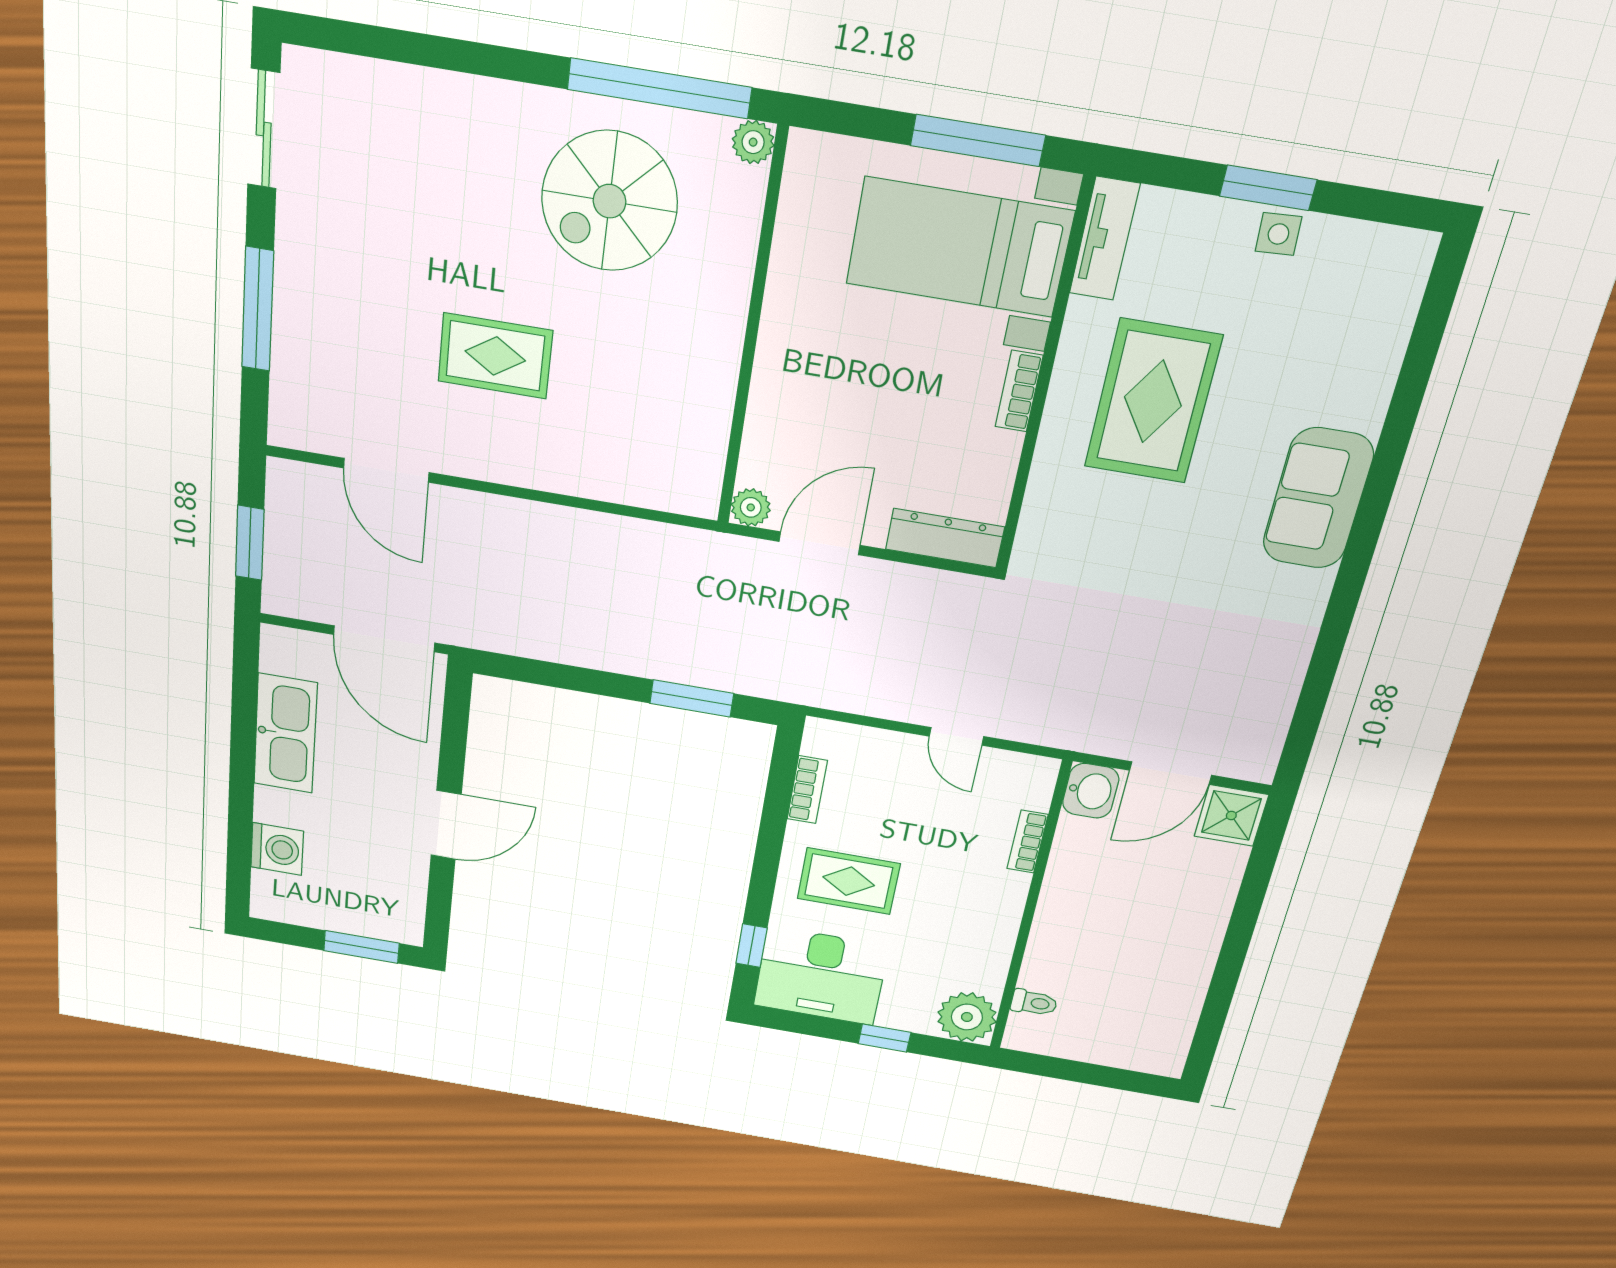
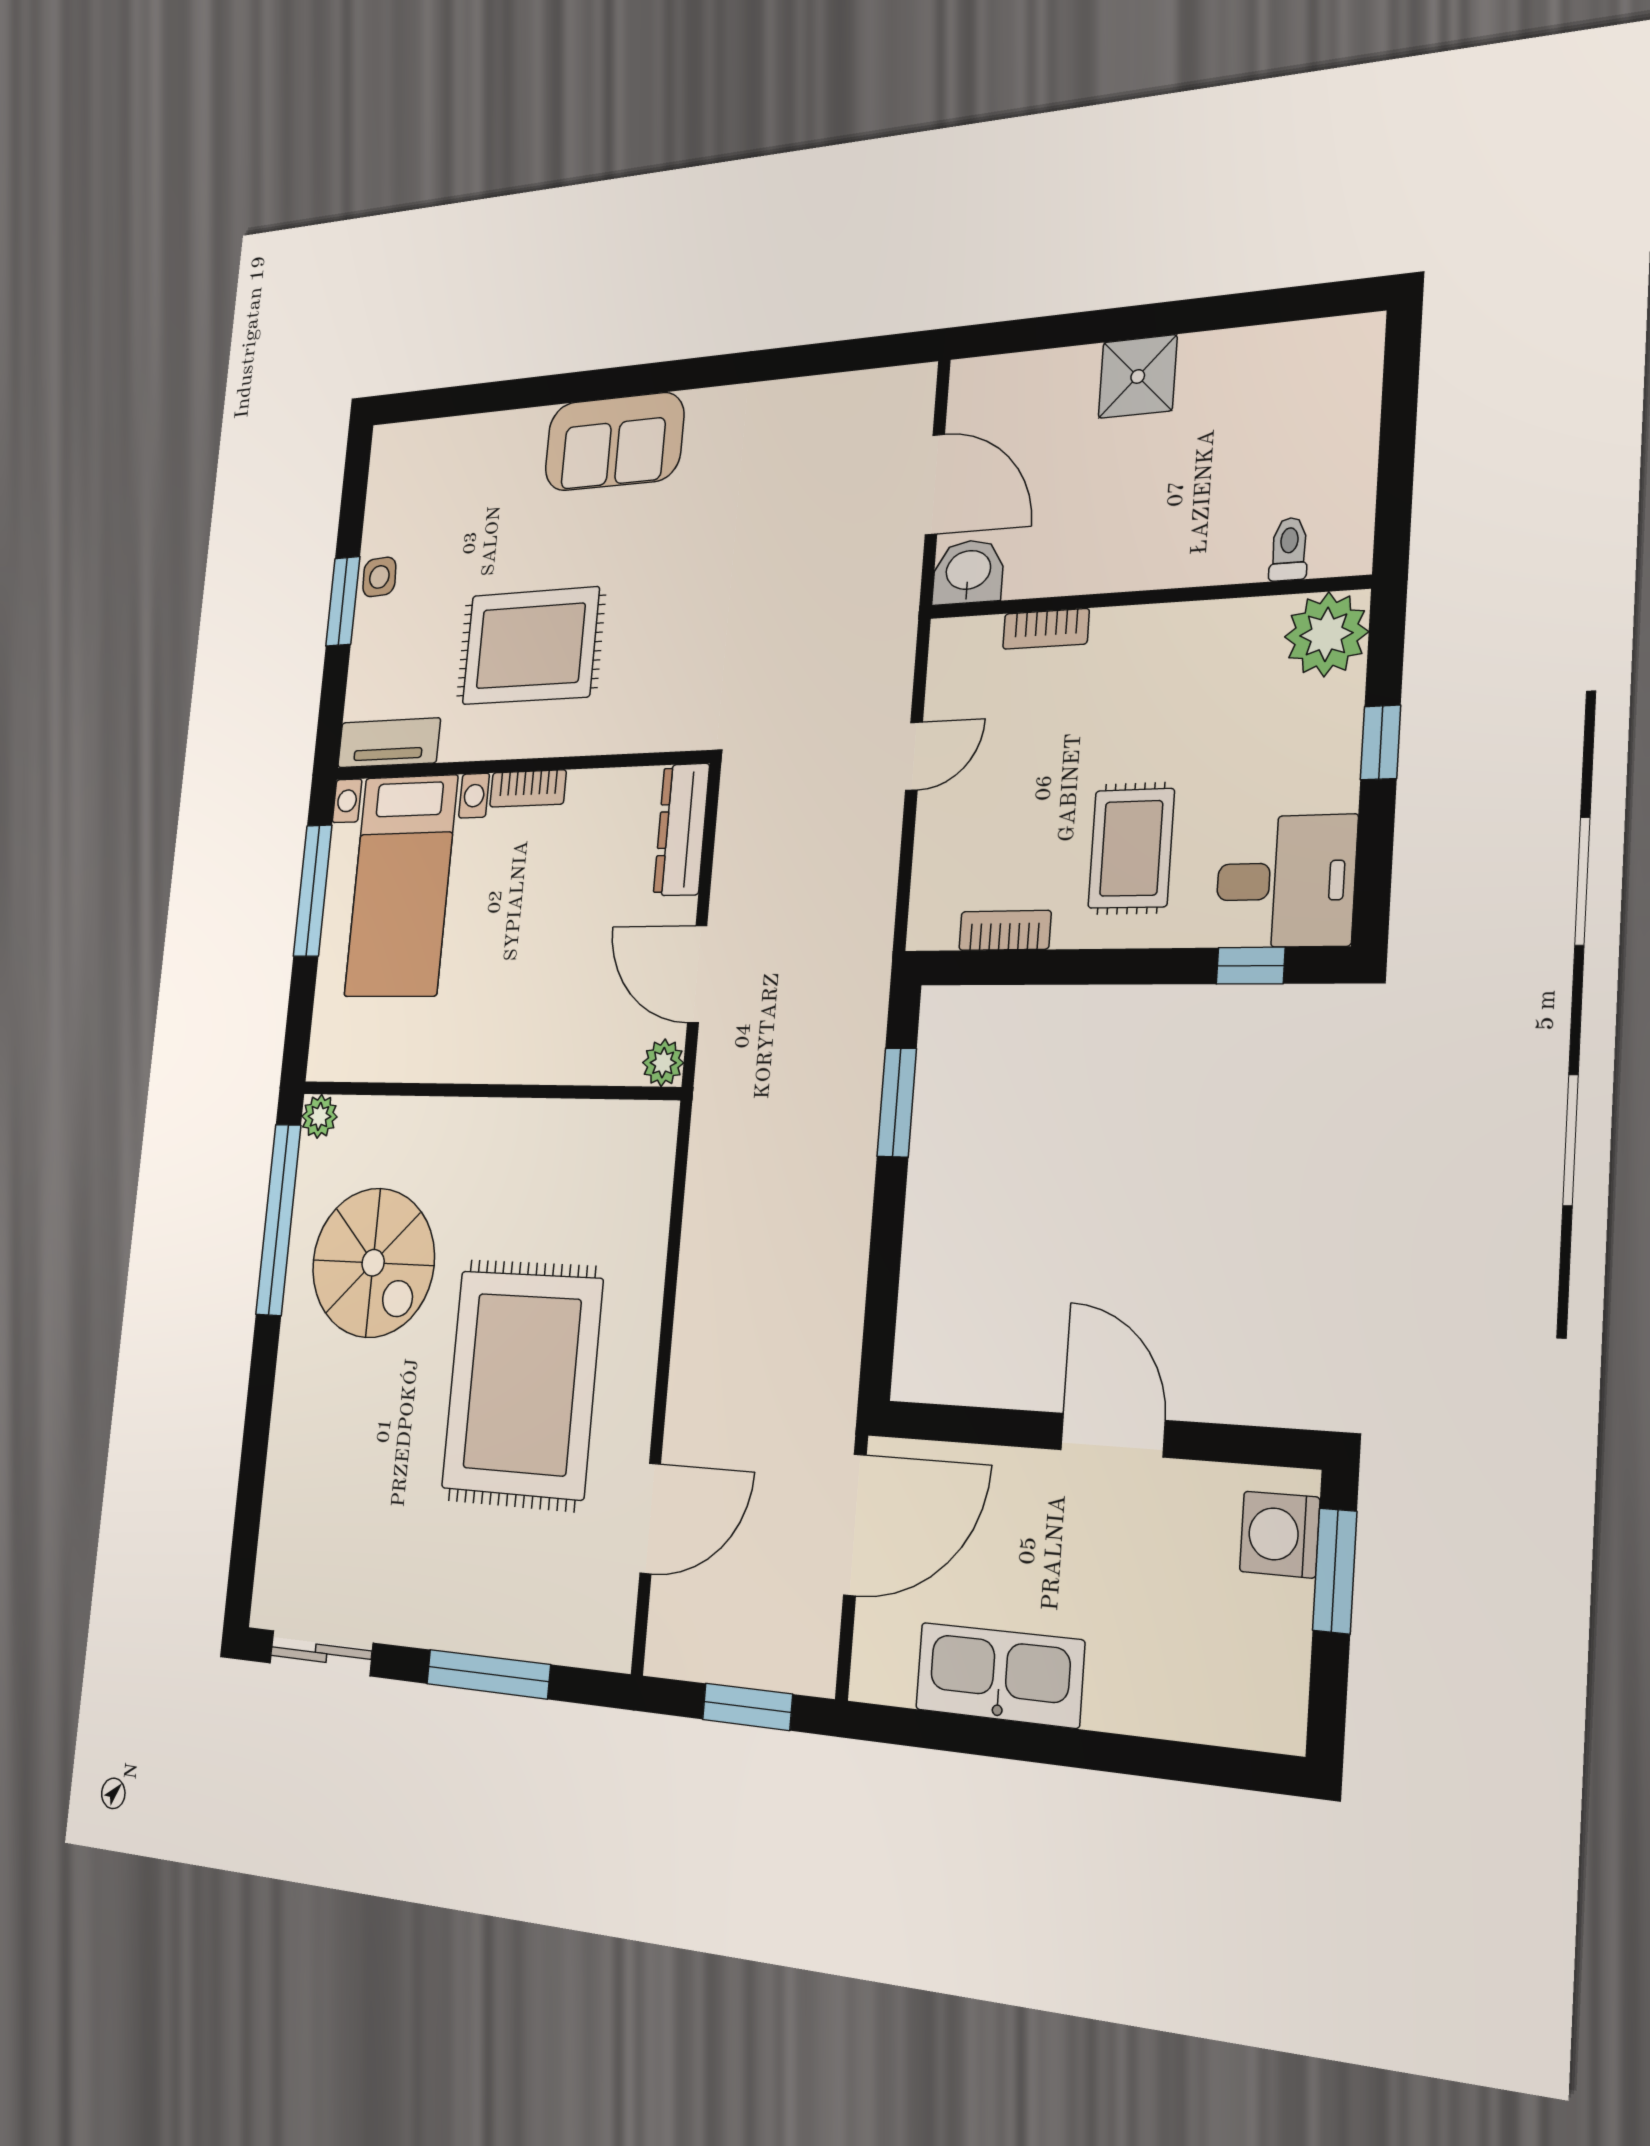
rug: (495, 356) -> (522, 1384), width x1.86, depth x2.06
shower: (1231, 815) -> (1138, 376), moved
washing machine: (277, 849) -> (1280, 1534), moved, turned -90
desk: (821, 976) -> (1286, 881), width x0.73

